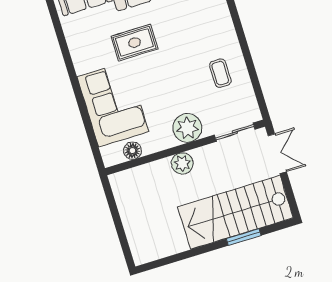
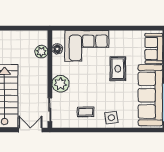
side table: (217, 29) -> (111, 118), added
double door: (277, 154) -> (30, 130), swing flipped
plant: (182, 163) -> (41, 52), moved

